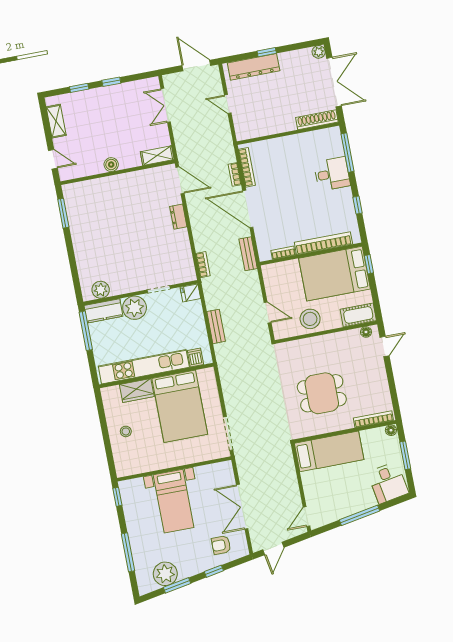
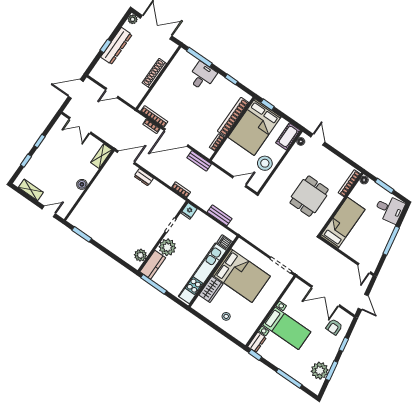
dresser: (254, 67) -> (116, 46), moved
shoe rack: (317, 120) -> (154, 73), moved
dresser: (131, 486) -> (257, 342), added

